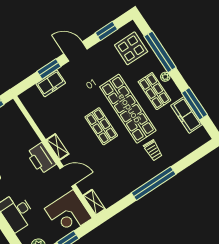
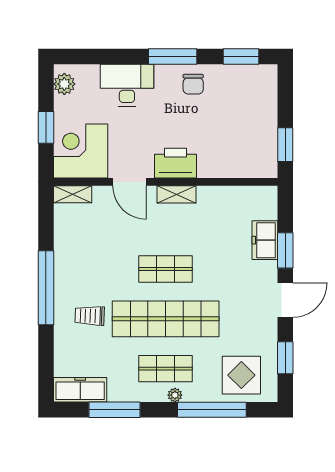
freezer: (187, 115) -> (80, 390), moved
door: (67, 176) -> (129, 182), hinge flipped

